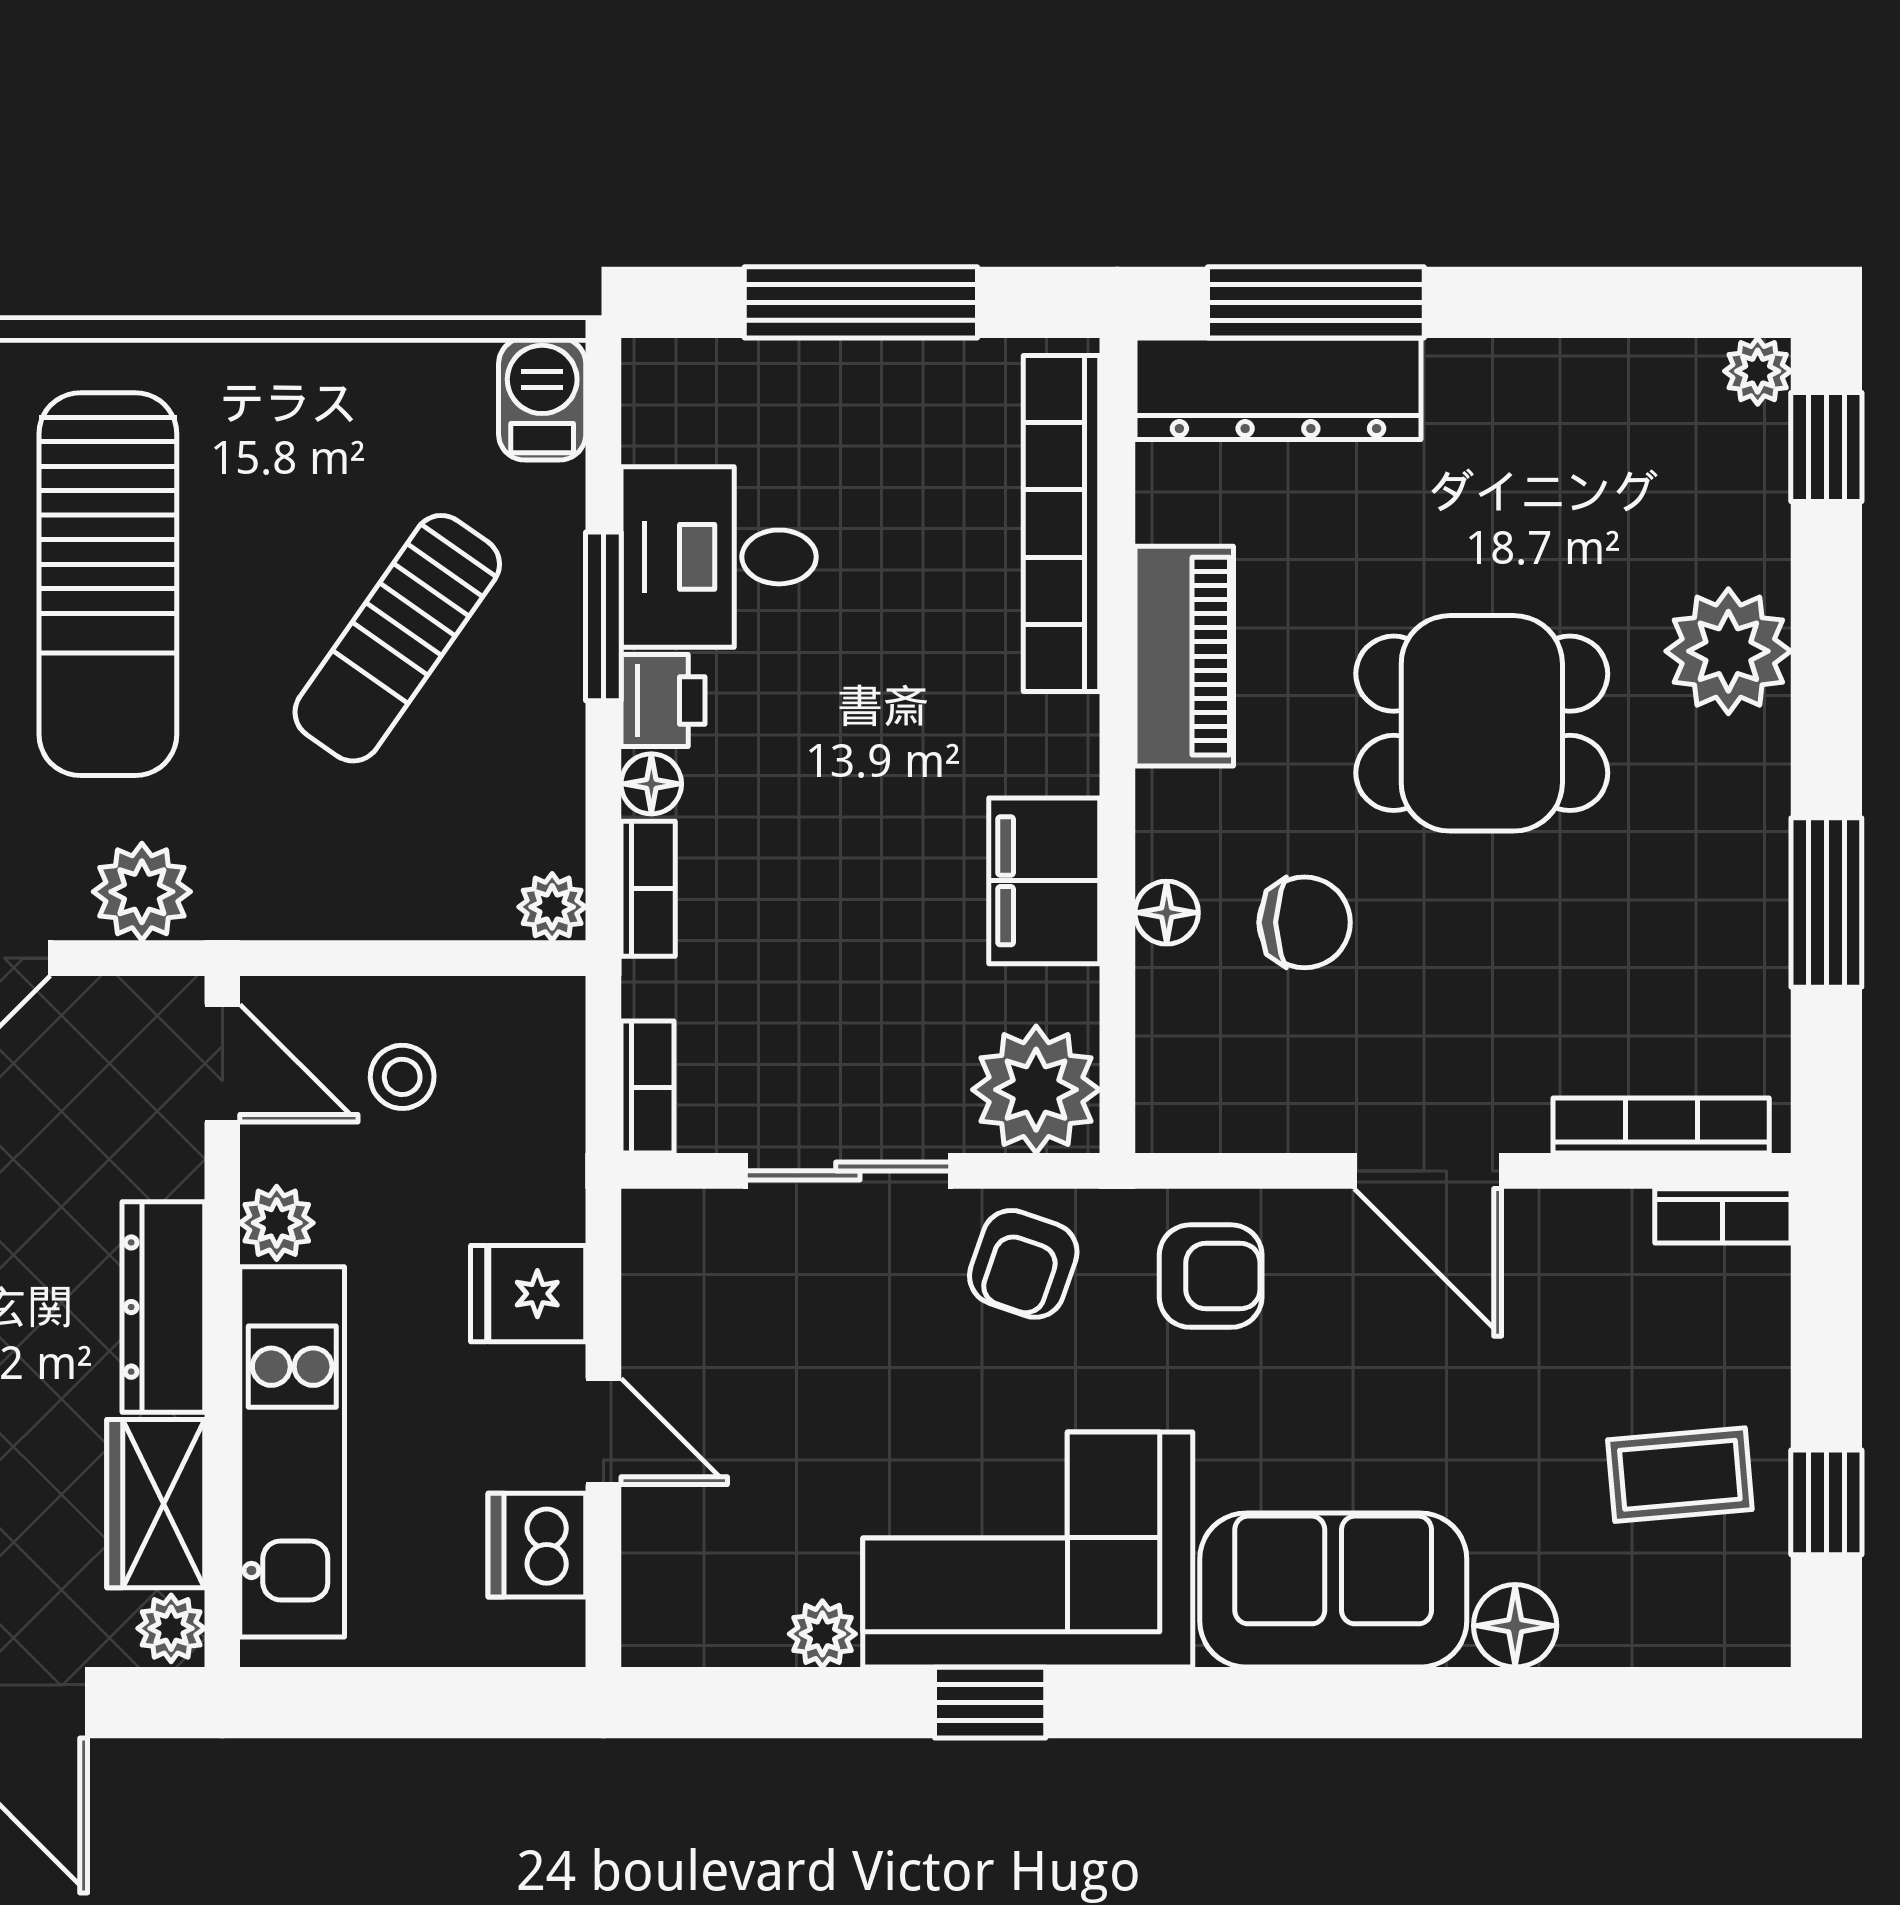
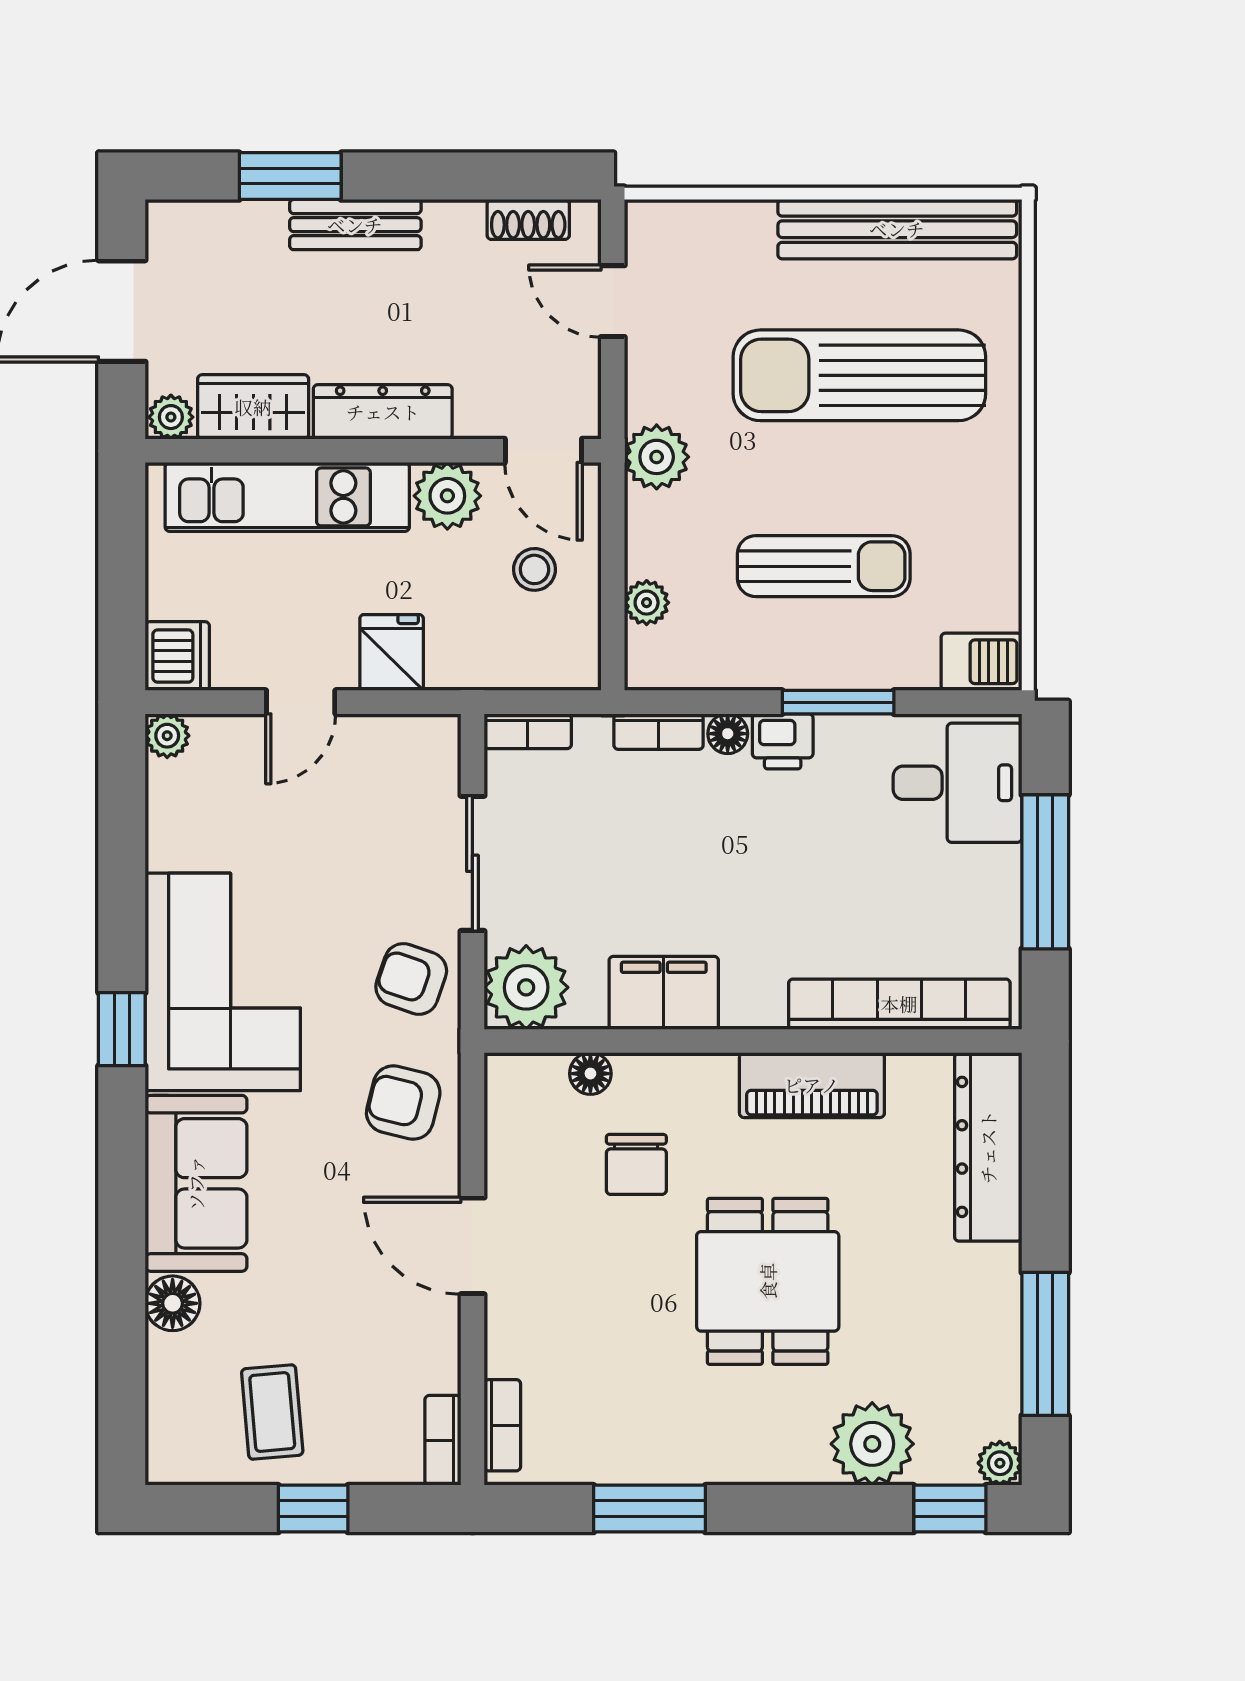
window: (1316, 302) -> (1045, 1344), moved
desk: (719, 557) -> (958, 783), moved, turned 90
sun lounger: (397, 638) -> (824, 566), turned 145
plant: (1728, 651) -> (872, 1444), moved
plant: (142, 892) -> (657, 457), moved
plant: (552, 907) -> (647, 603), moved
floor lamp: (1167, 913) -> (590, 1074), moved
door: (222, 1063) -> (543, 451), hinge flipped
bookcase: (1661, 1126) -> (502, 1425), width x0.64
door: (1428, 1171) -> (472, 1246), hinge flipped
plant: (277, 1223) -> (447, 496), width x1.38, depth x1.38
armchair: (1211, 1276) -> (403, 1103), turned 104
window: (1826, 1502) -> (313, 1509), moved
dishwasher: (537, 1545) -> (177, 656), moved, turned 90
plant: (822, 1634) -> (167, 736), moved
window: (990, 1703) -> (122, 1029), moved

